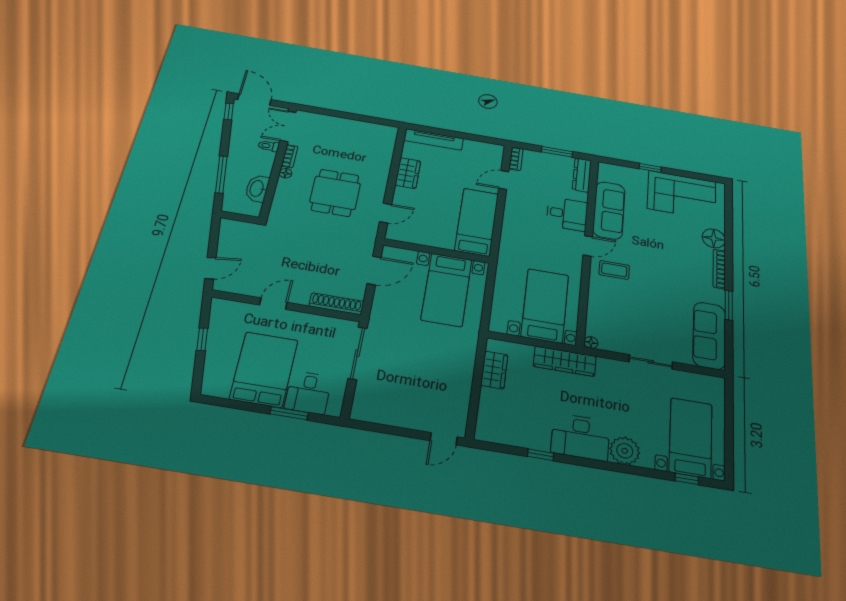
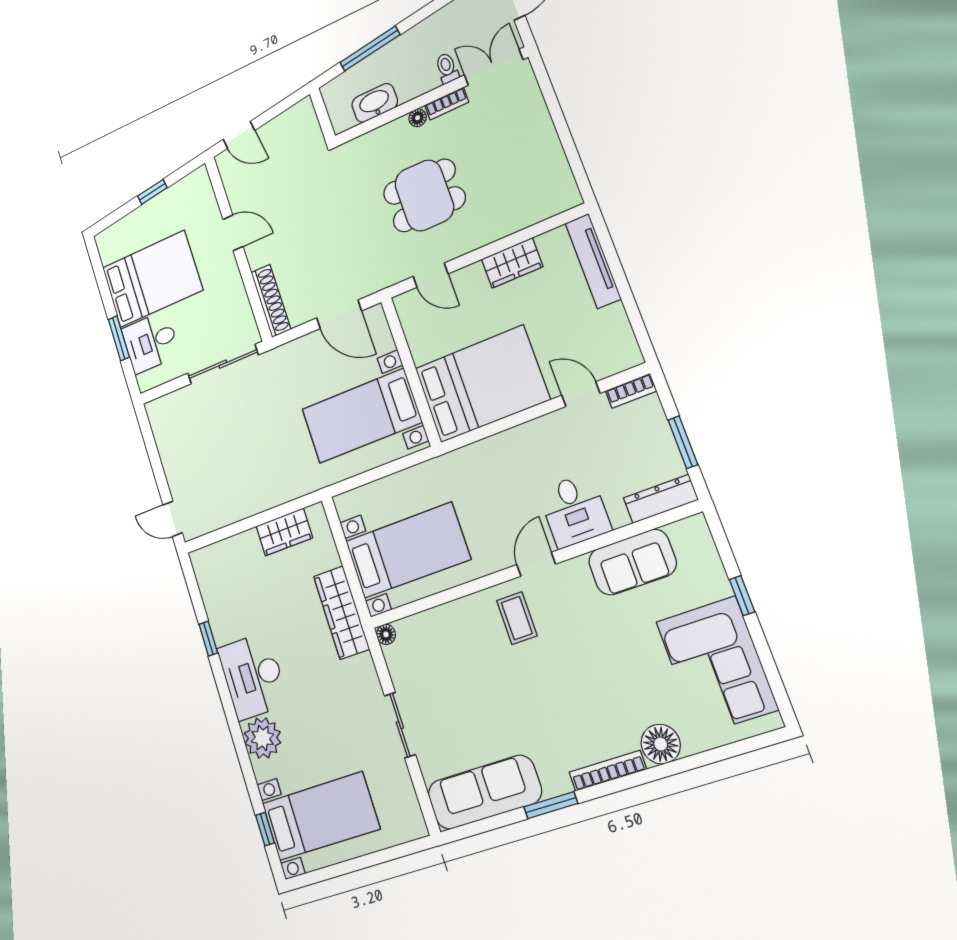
sofa: (609, 210) -> (632, 562), width x0.73
bed: (477, 222) -> (482, 384), width x1.50
door: (588, 246) -> (536, 564), swing flipped

